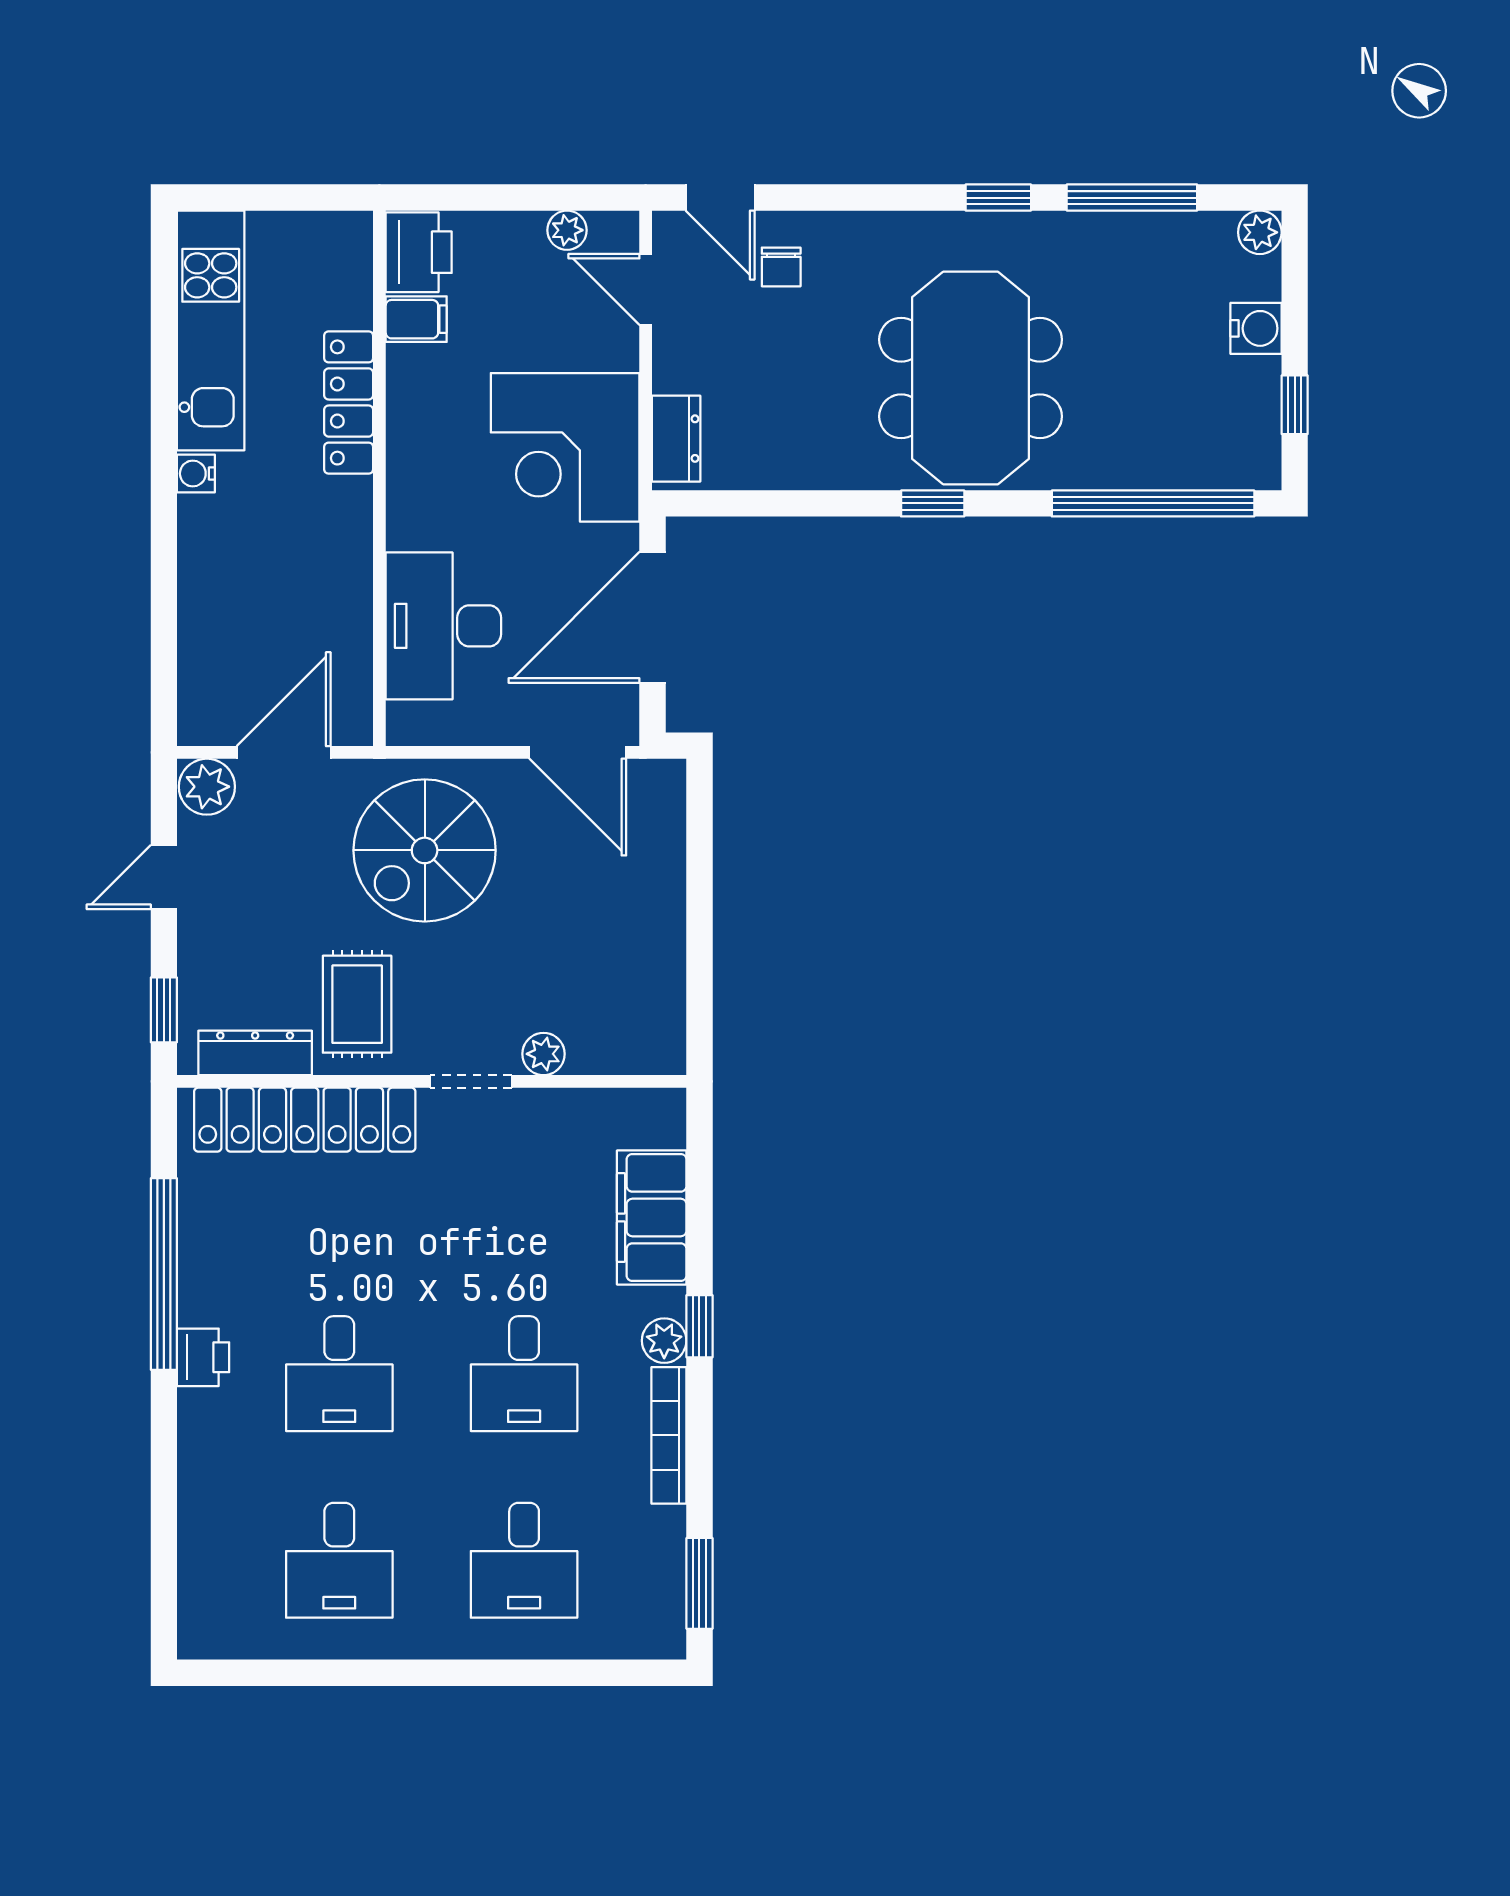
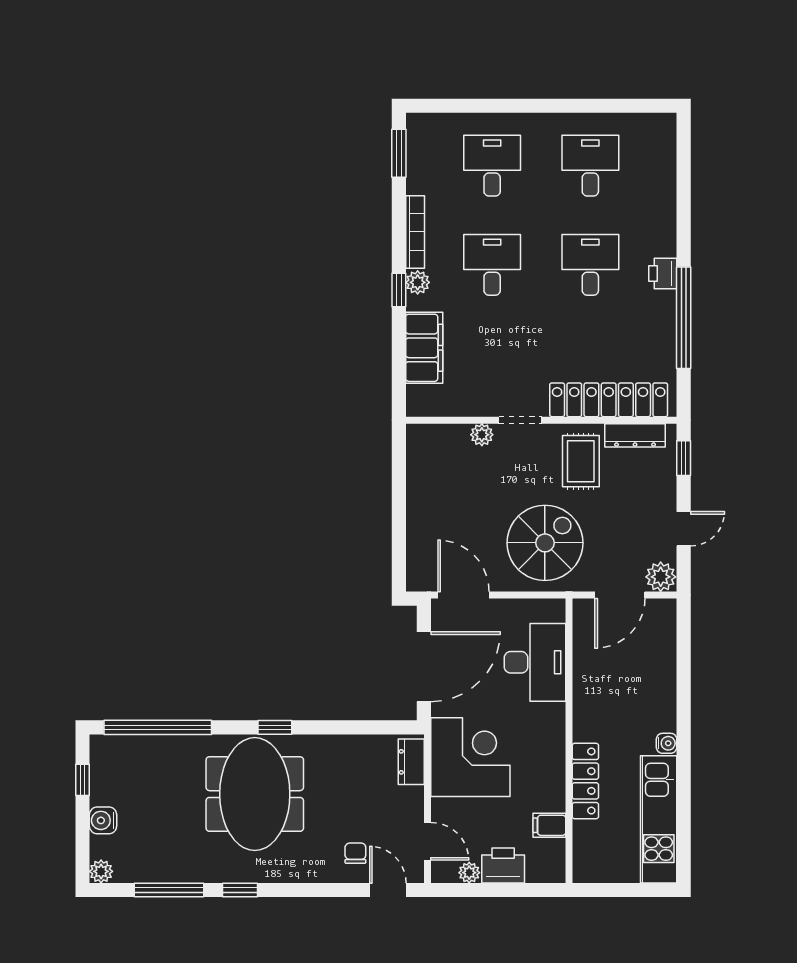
printer: (419, 252) -> (503, 865), moved, turned 90

